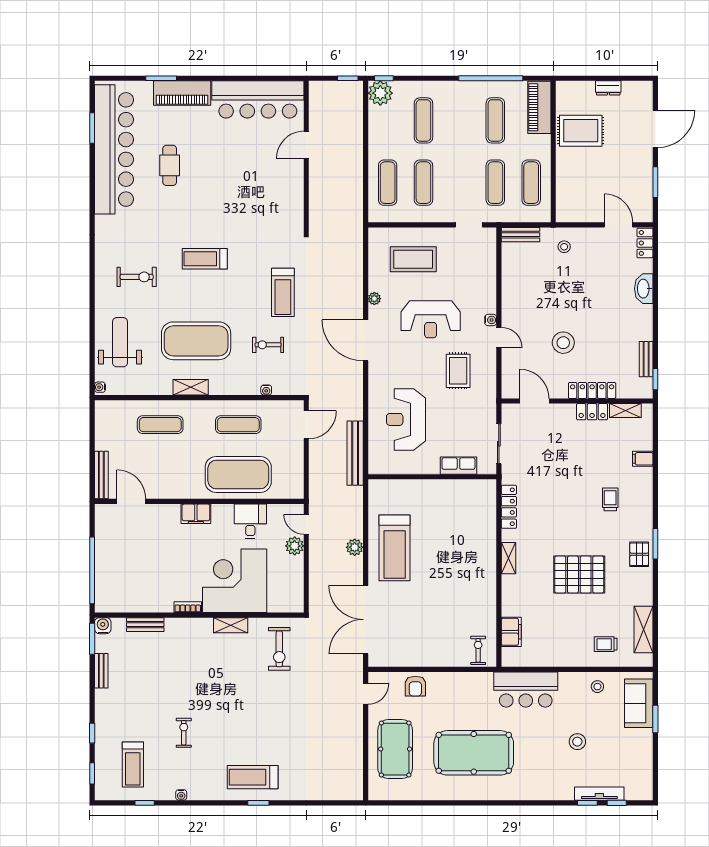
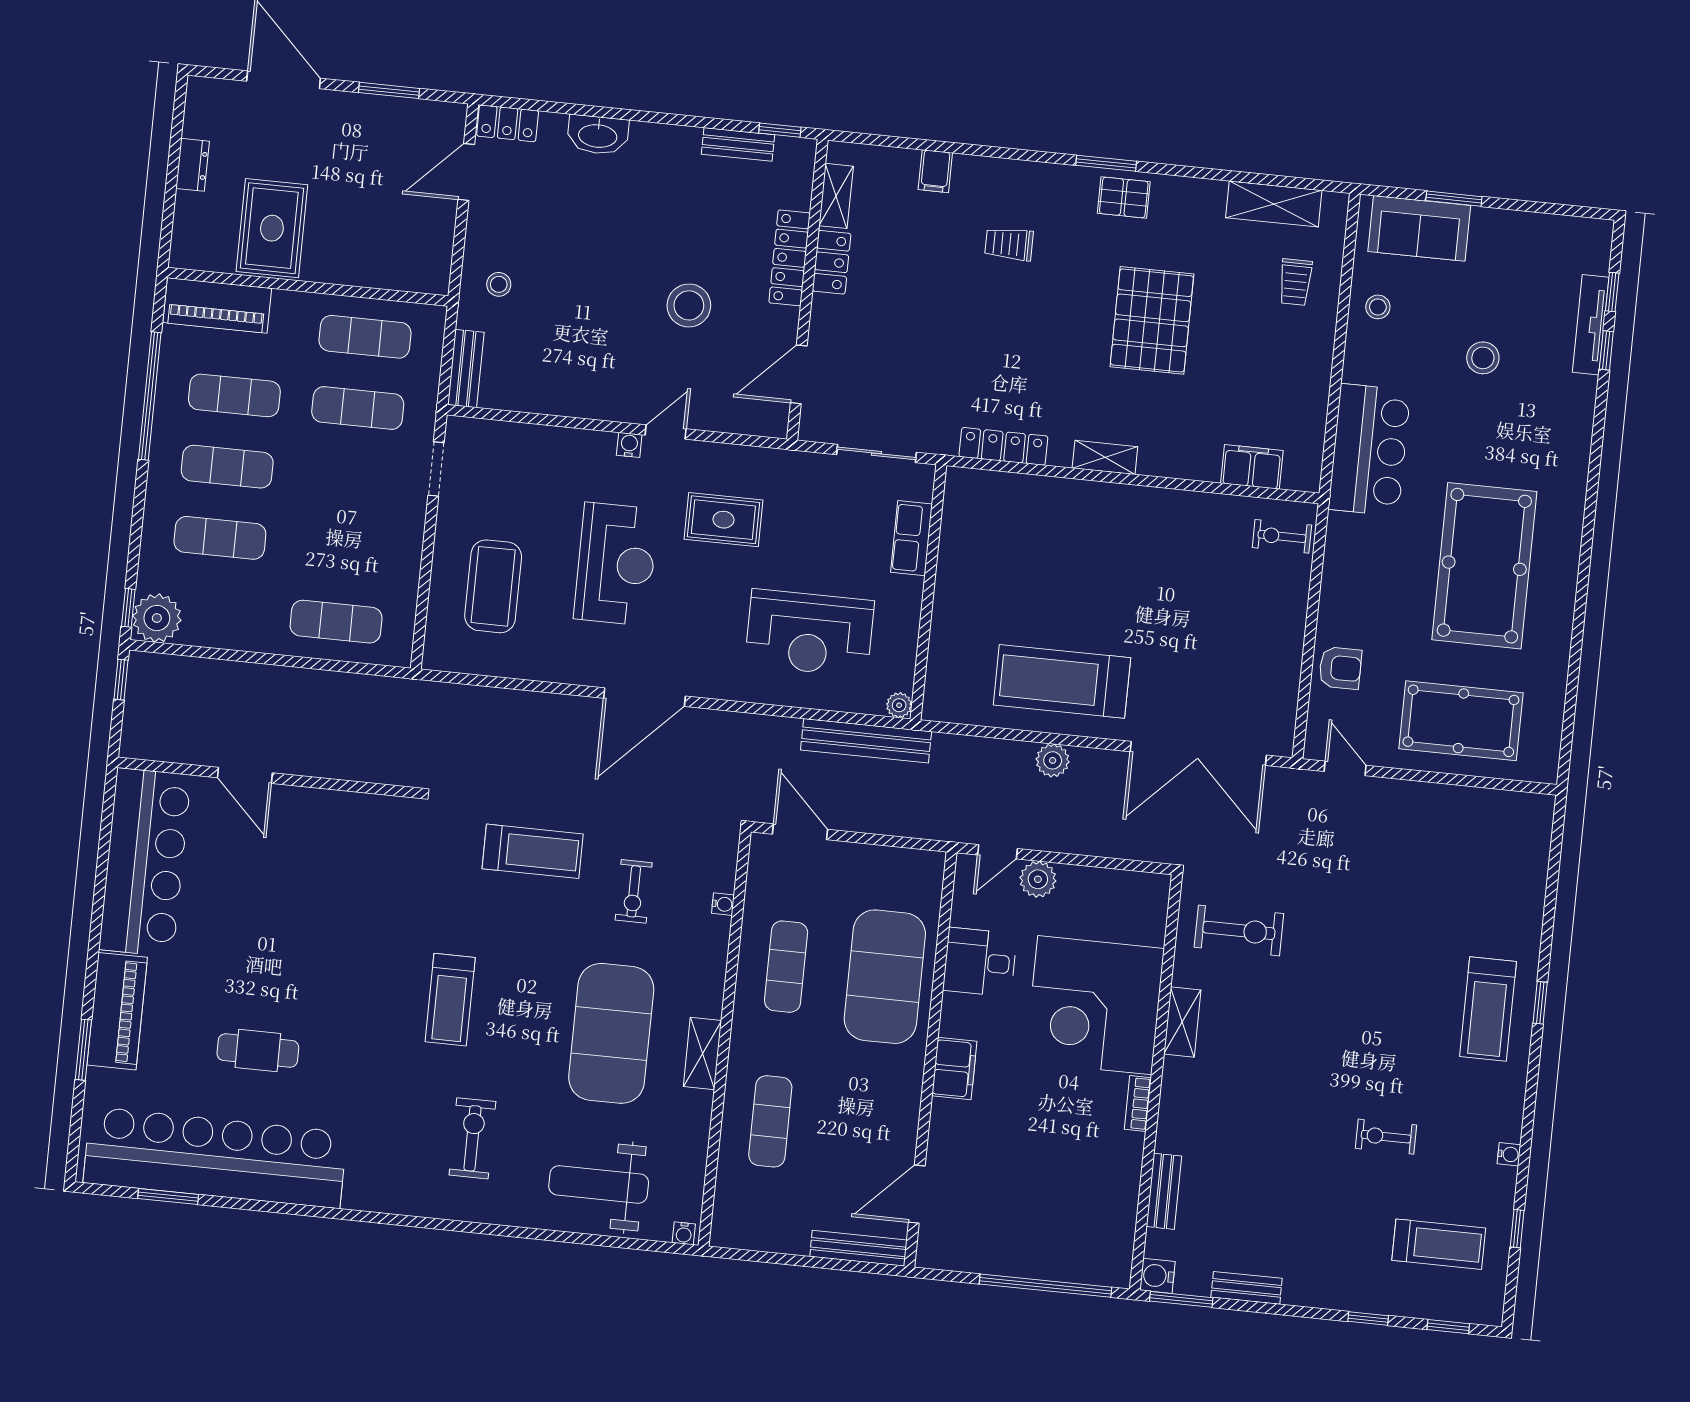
exercise mat: (423, 183) -> (227, 467), moved
plant: (374, 299) -> (899, 705), moved
treadmill: (395, 548) -> (1062, 681), turned 180

